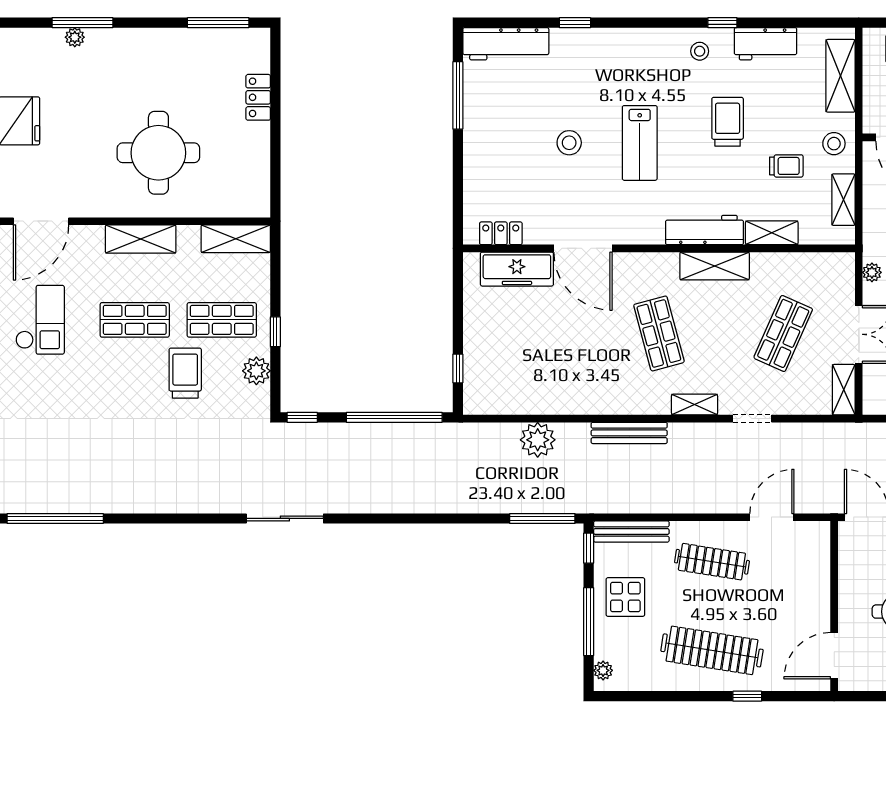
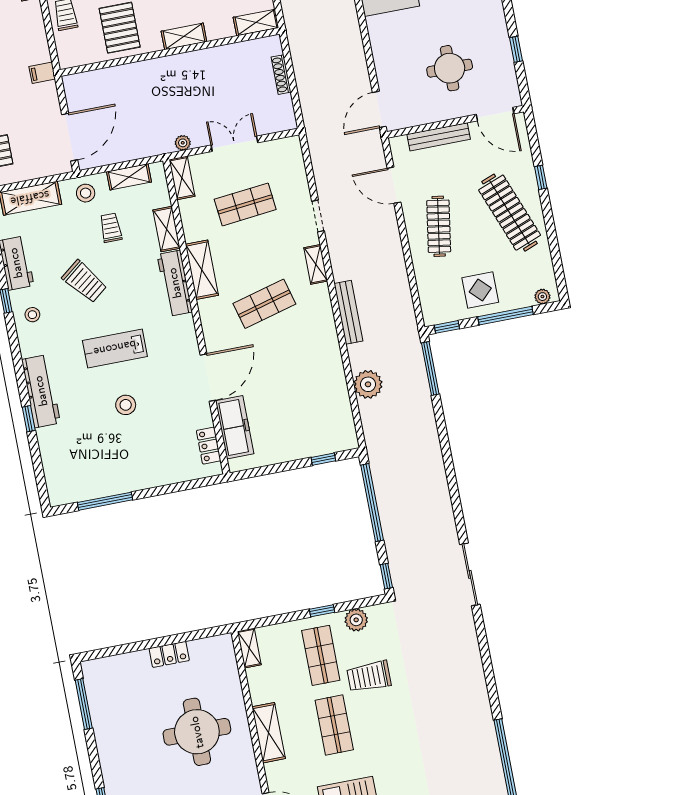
workbench: (506, 44) -> (41, 391), moved
locker: (258, 97) -> (169, 654), moved
trolley: (728, 122) -> (84, 282), turned -128
lab bench: (640, 143) -> (115, 348), turned 180
shelving: (236, 239) -> (249, 648), width x0.67, depth x0.75
shop shelf: (783, 333) -> (245, 204), turned -30
shelving: (844, 390) -> (182, 178), moved, turned 90
bench: (631, 532) -> (439, 137), moved, turned 90
clothes rail: (712, 650) -> (510, 213), turned -30

